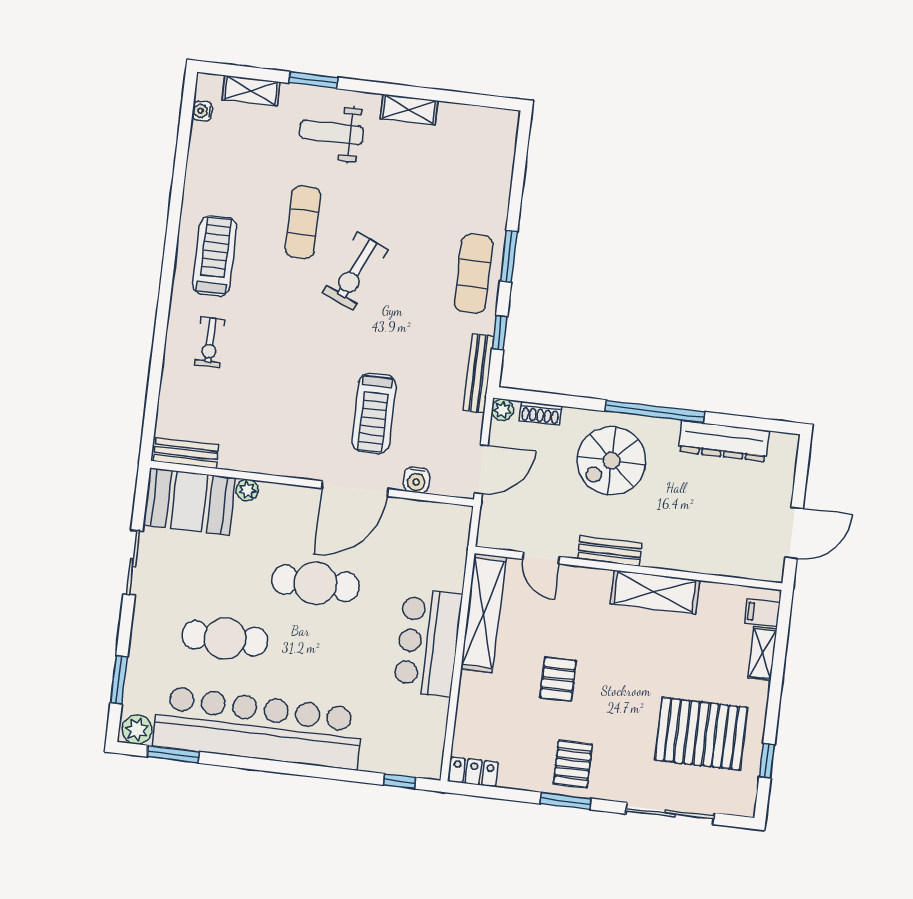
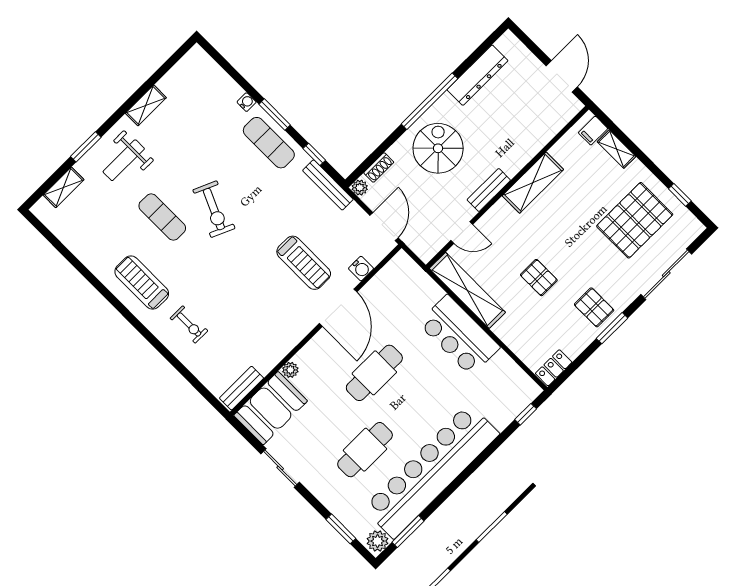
water cooler: (202, 111) -> (247, 102), moved, turned 180
spiral stairs: (611, 461) -> (438, 148), turned 180

